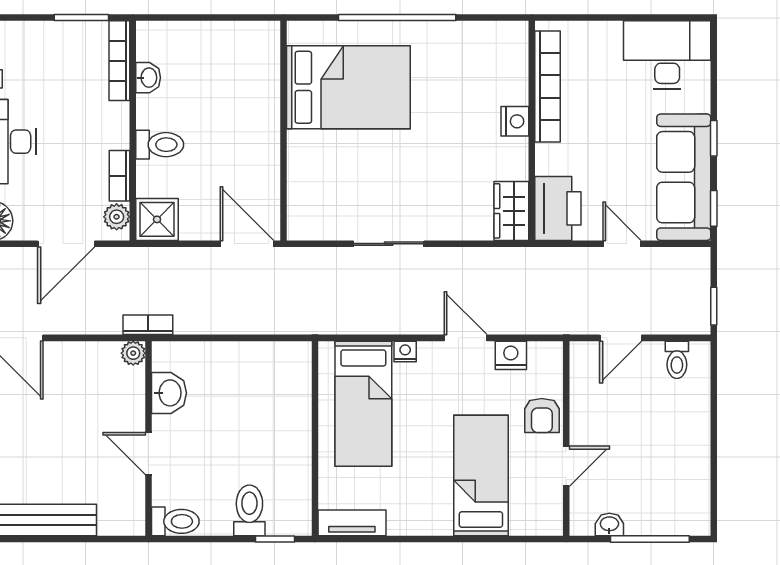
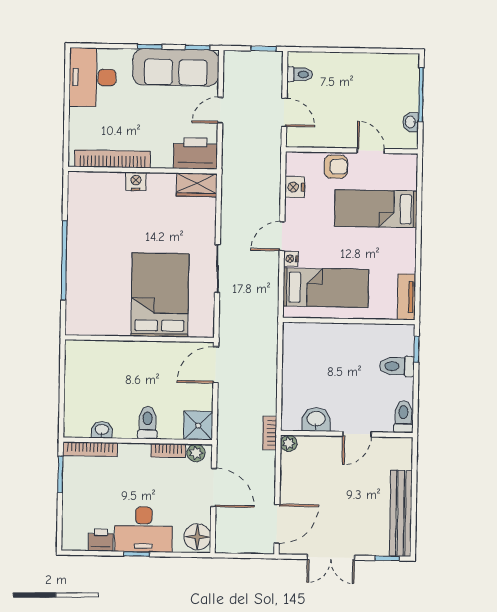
bed: (348, 87) -> (160, 295), moved
door: (466, 338) -> (282, 236), moved

